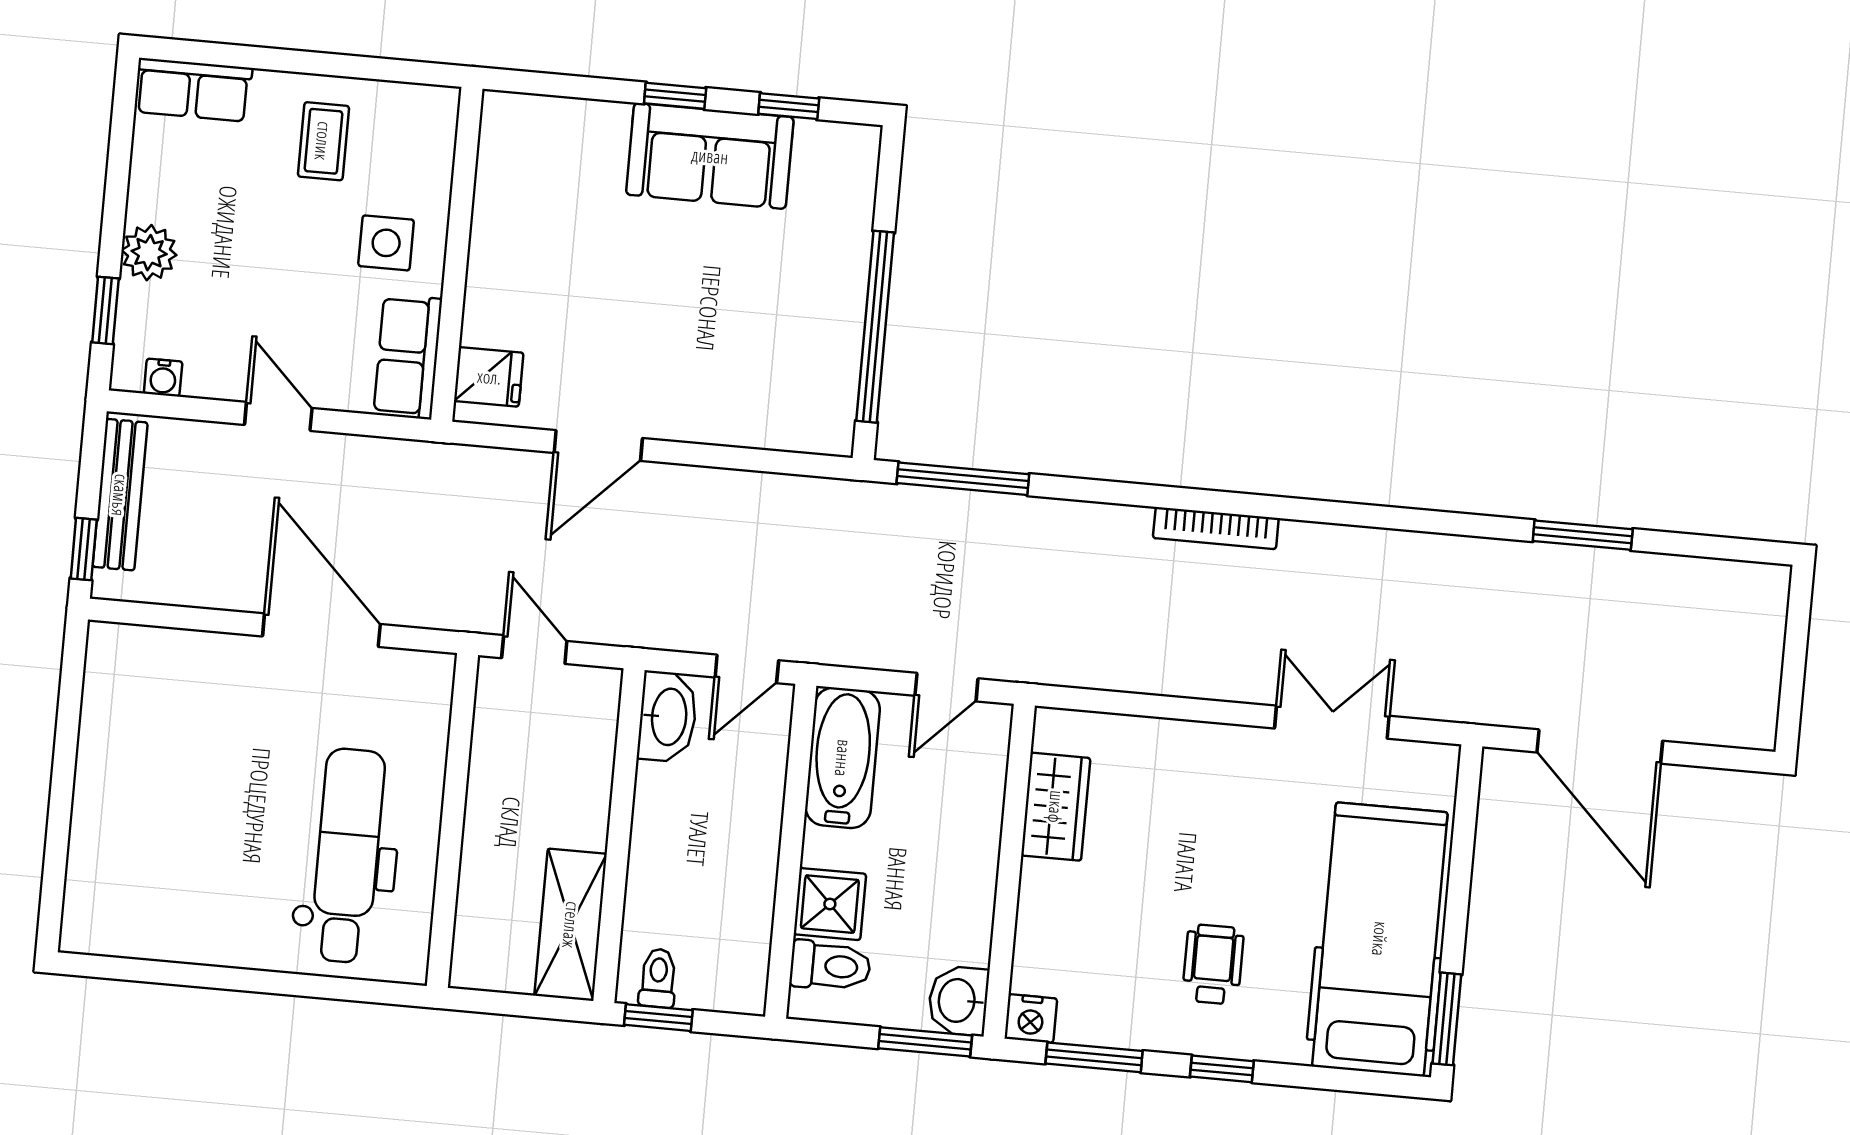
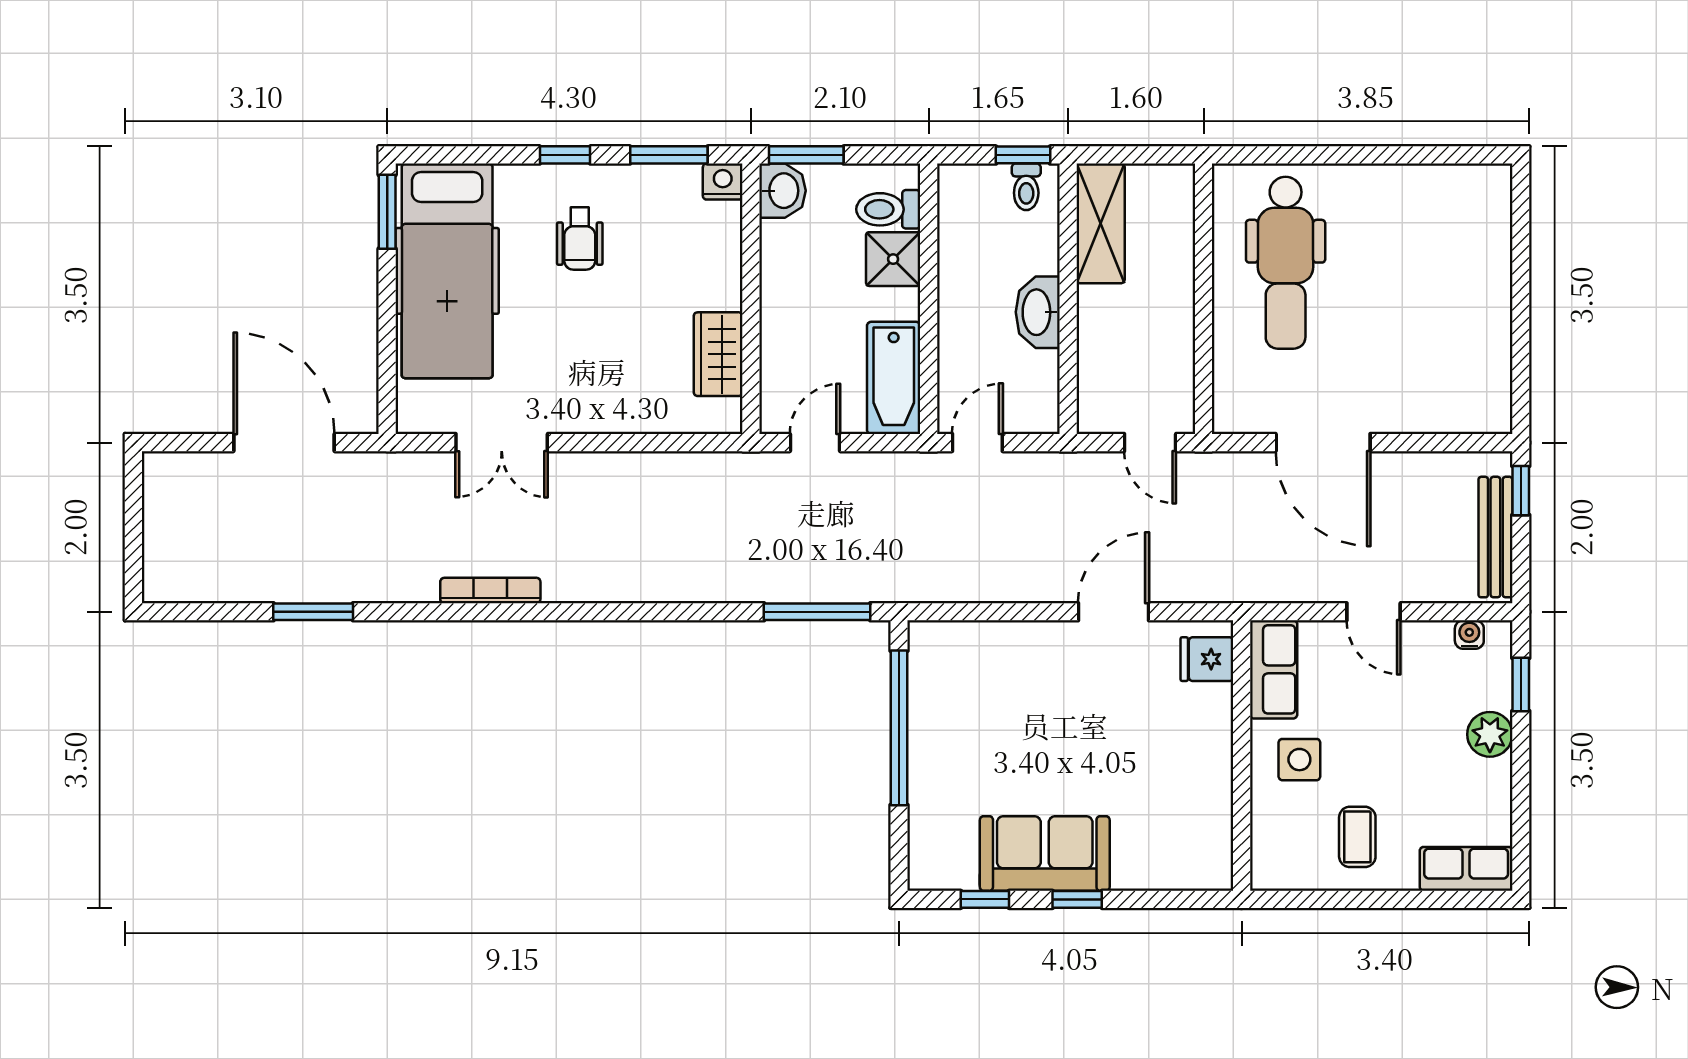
bookcase: (1216, 528) -> (490, 591), moved
washbasin: (668, 717) -> (1038, 312), moved

